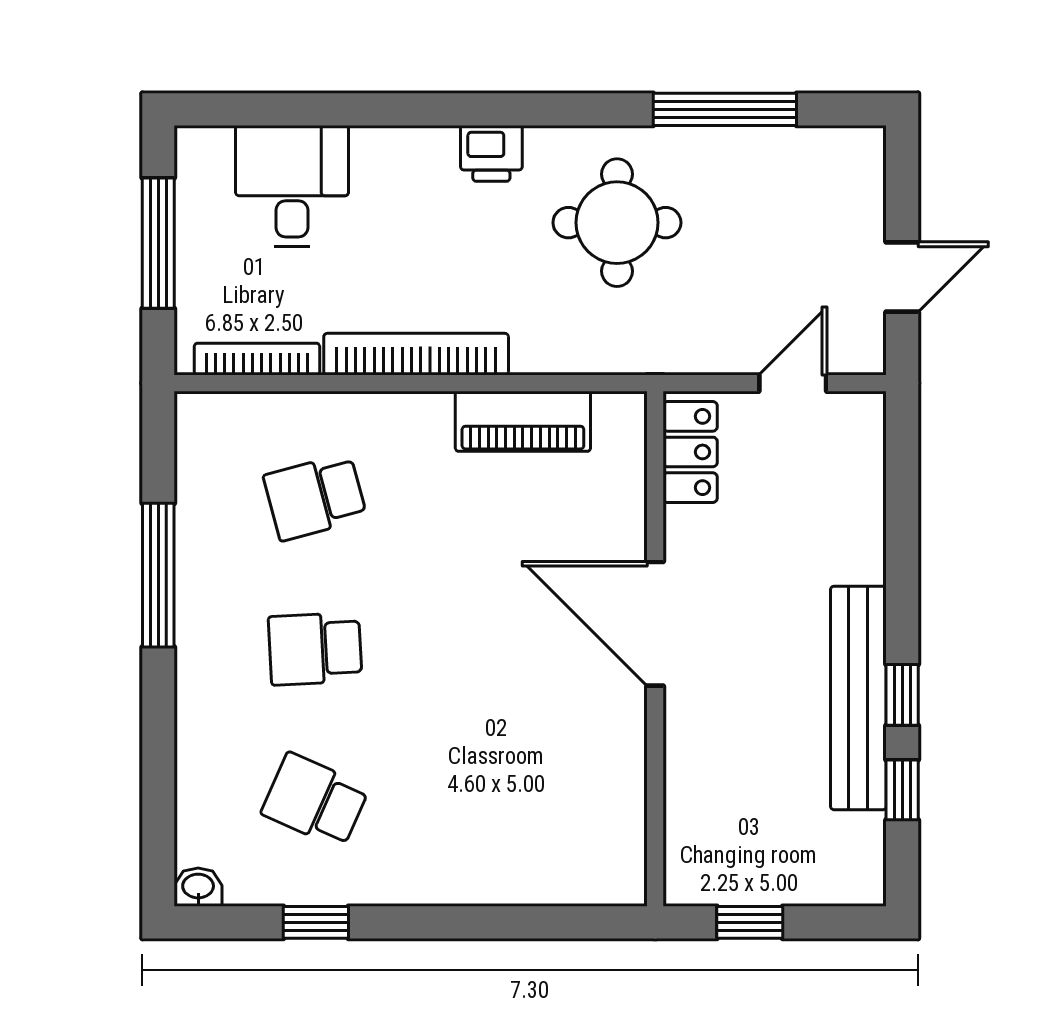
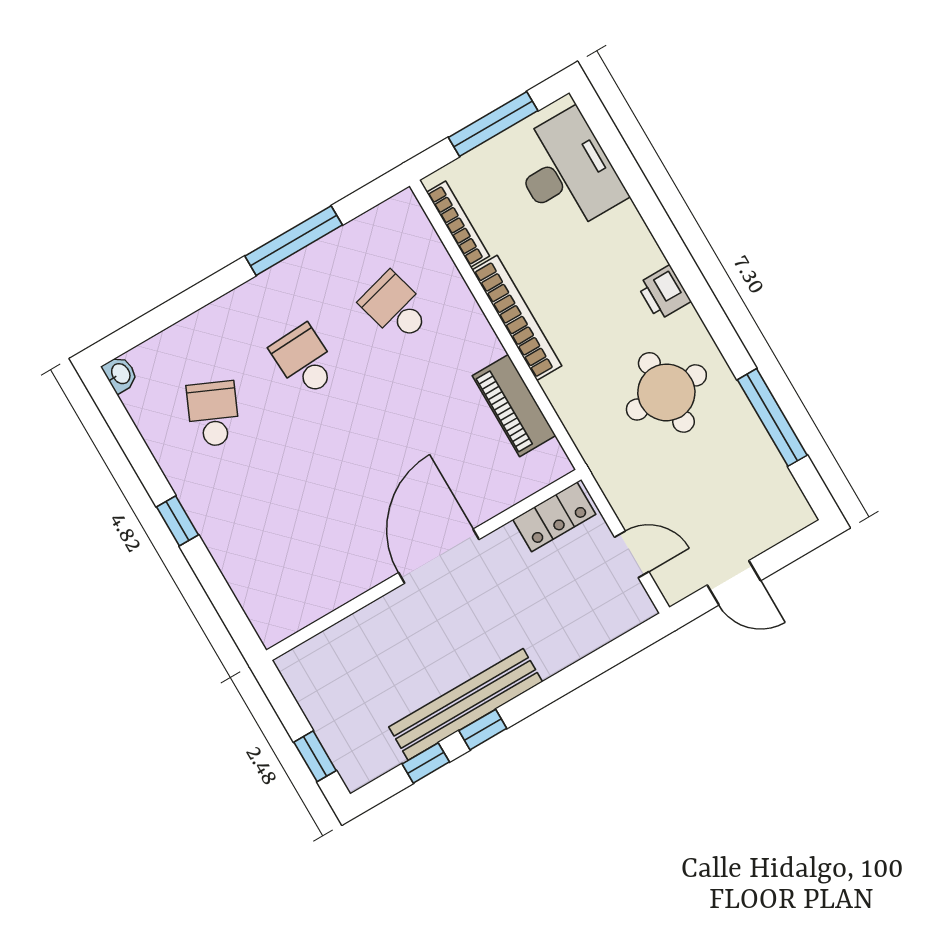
desk: (292, 186) -> (567, 172), width x1.37
window: (316, 922) -> (177, 521), moved
window: (750, 922) -> (315, 756), moved

